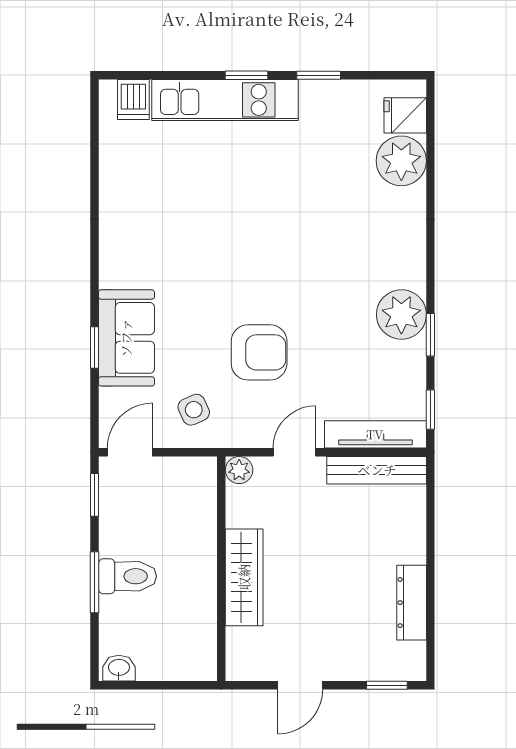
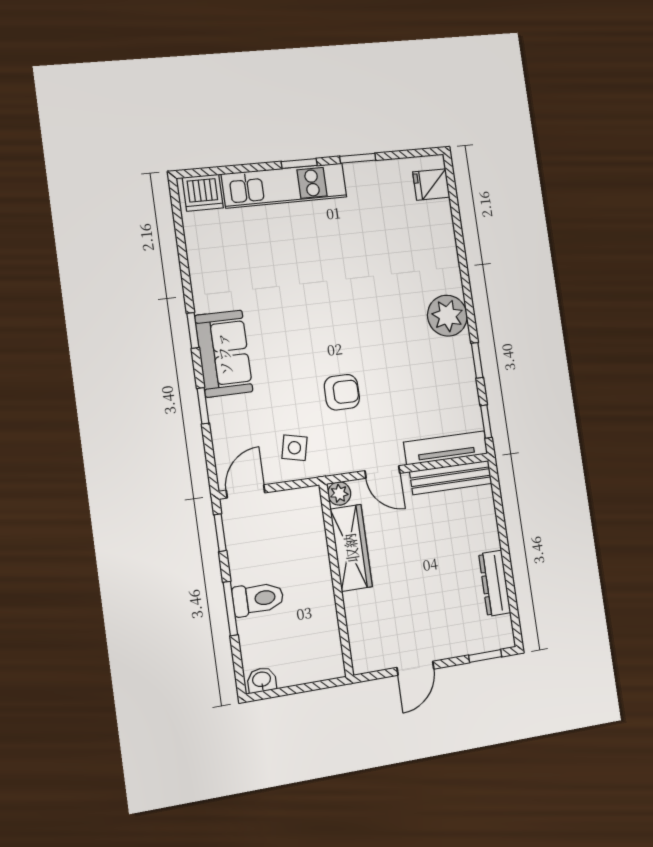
dishwasher: (133, 99) -> (203, 193), width x1.38
plant: (401, 161) -> (434, 222), removed
window: (94, 259) -> (193, 330), added
plant: (401, 315) -> (447, 316), moved
sofa: (126, 338) -> (224, 354), moved
armchair: (259, 352) -> (342, 392), width x0.72, depth x0.72
side table: (194, 410) -> (294, 448), turned 37
door: (294, 452) -> (382, 472), swing flipped
wardrobe: (244, 577) -> (351, 548), moved

